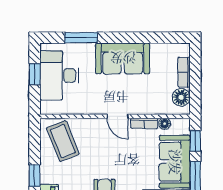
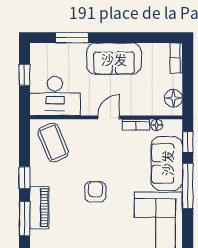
bookcase: (184, 72) -> (176, 58), moved
desk: (59, 75) -> (55, 96), moved, turned -90
door: (117, 116) -> (109, 117), swing flipped

